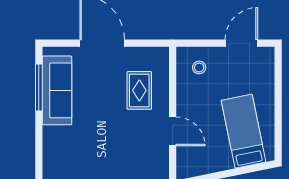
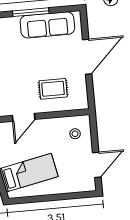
door: (241, 43) -> (97, 165), hinge flipped
window: (39, 88) -> (31, 12), moved

